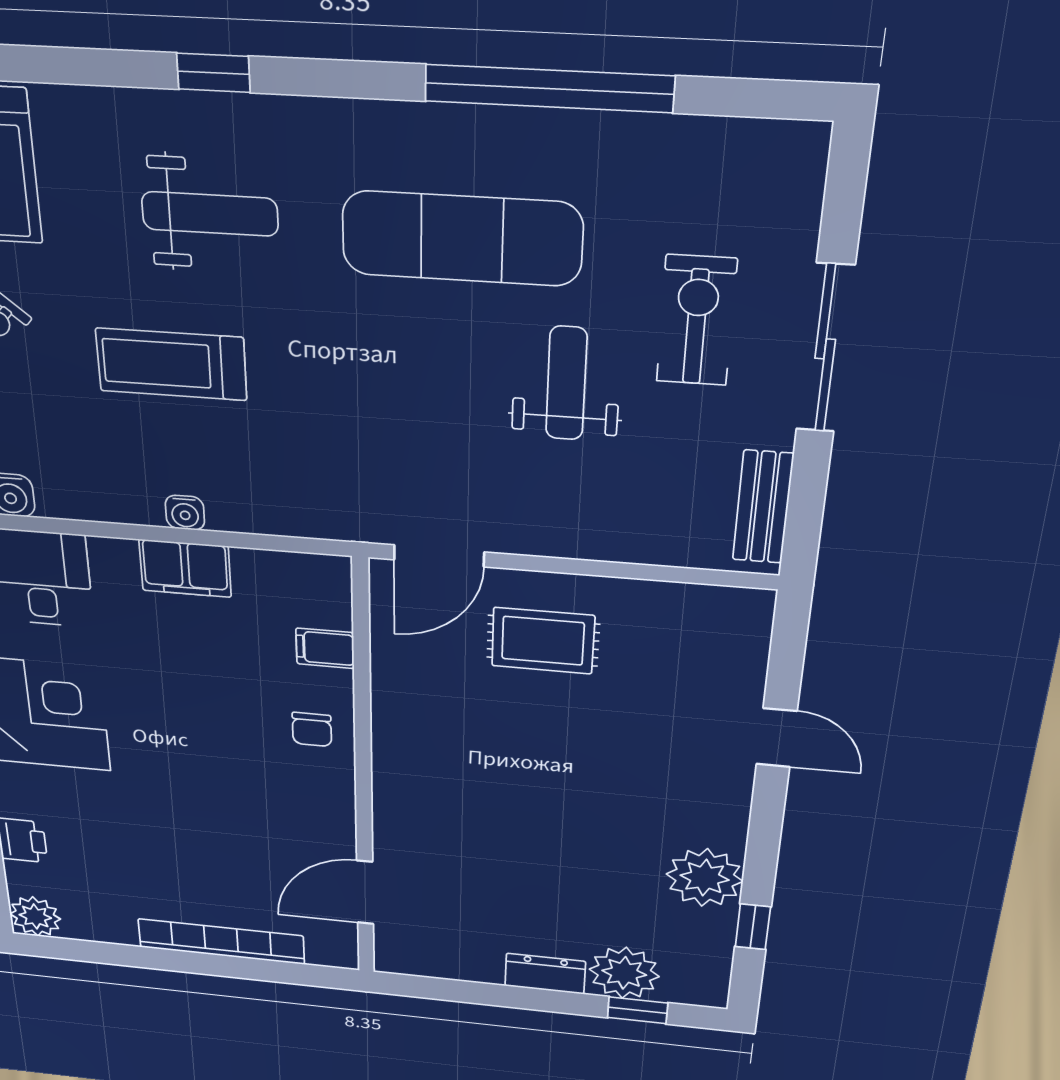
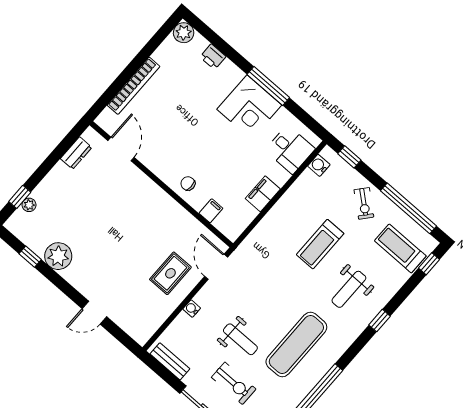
treadmill: (171, 364) -> (320, 244), turned 180
water cooler: (185, 513) -> (192, 309), moved
plant: (624, 973) -> (29, 205), width x0.53, depth x0.53
dresser: (545, 974) -> (76, 153), moved

